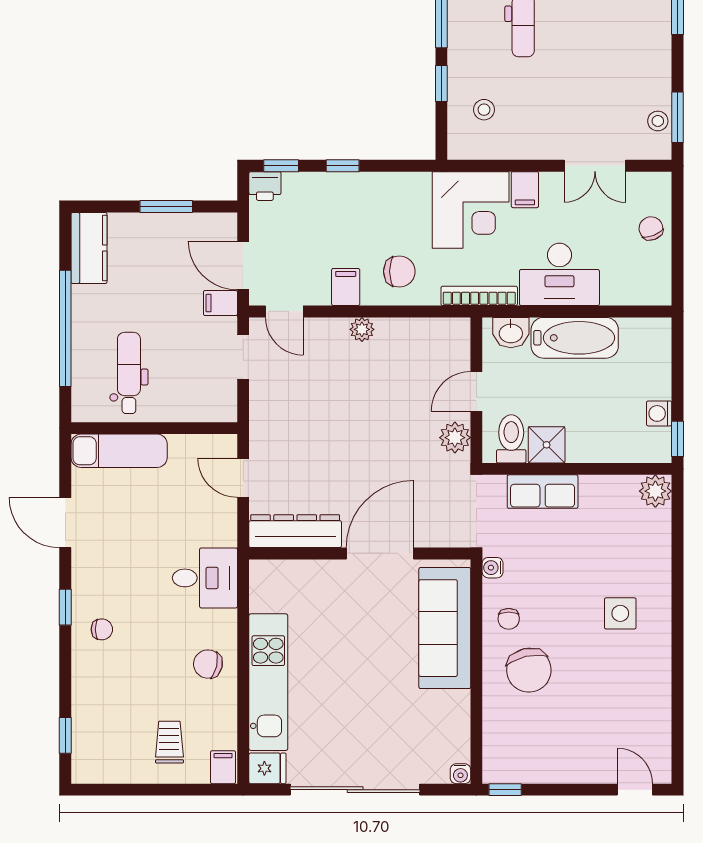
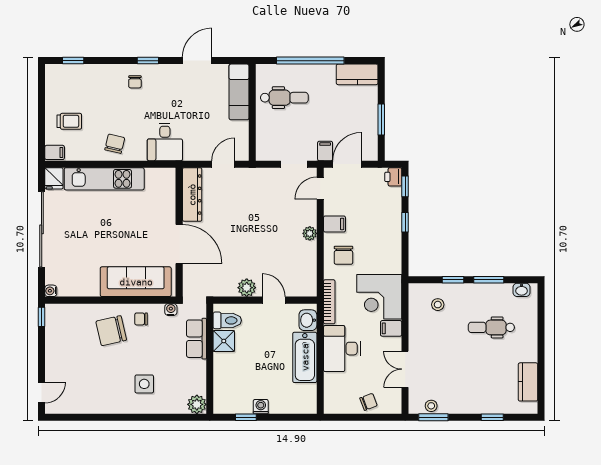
toilet: (511, 439) -> (227, 320), moved
shower: (547, 445) -> (224, 341), moved
wall: (577, 469) -> (210, 359), moved
plant: (655, 491) -> (197, 404), moved
row of seats: (543, 492) -> (196, 339), moved

